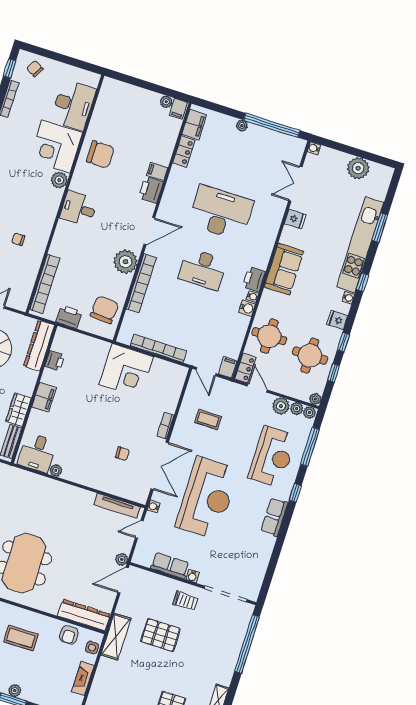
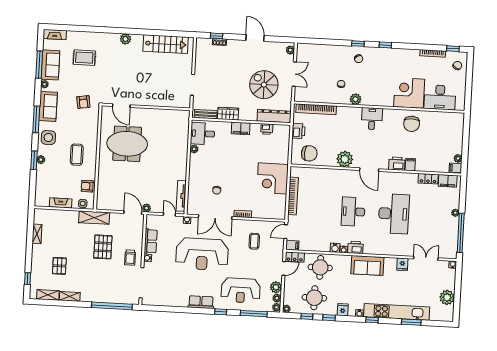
plant: (59, 180) -> (356, 99), moved
bookcase: (141, 283) -> (333, 173), removed
dresser: (84, 615) -> (103, 193), removed

